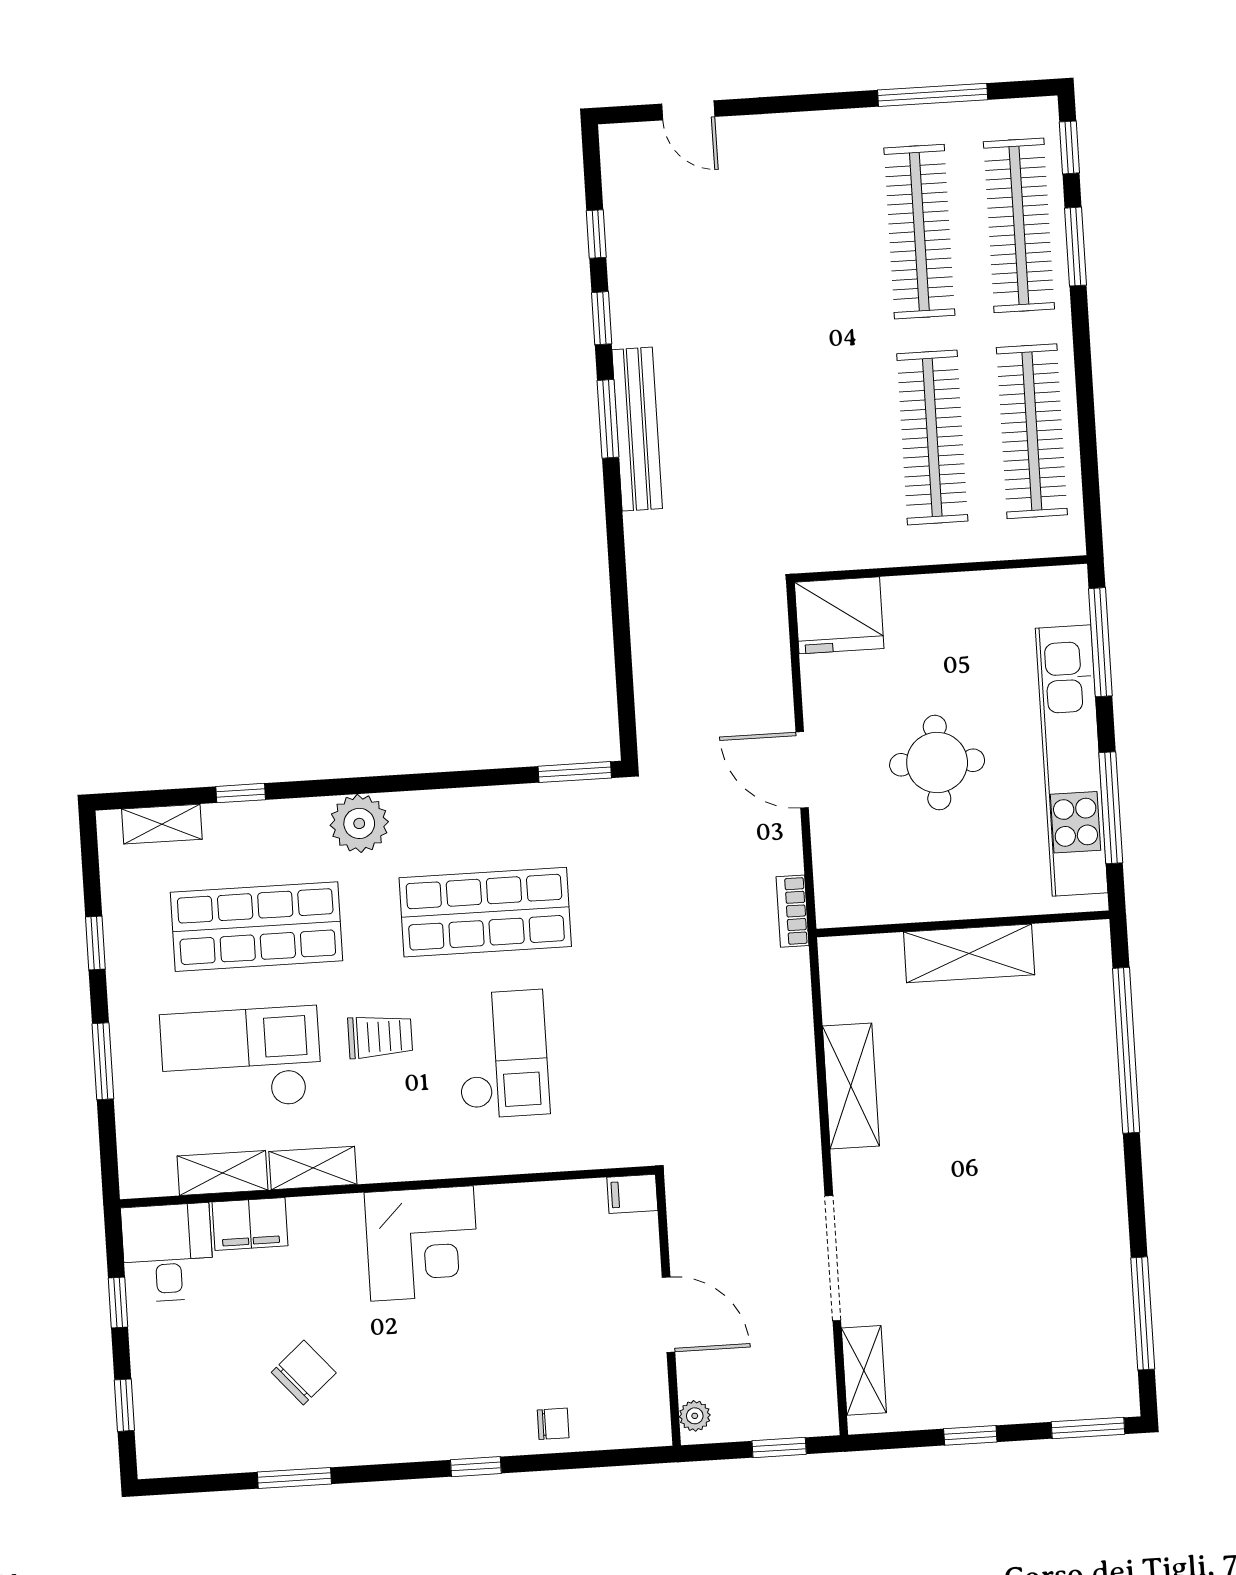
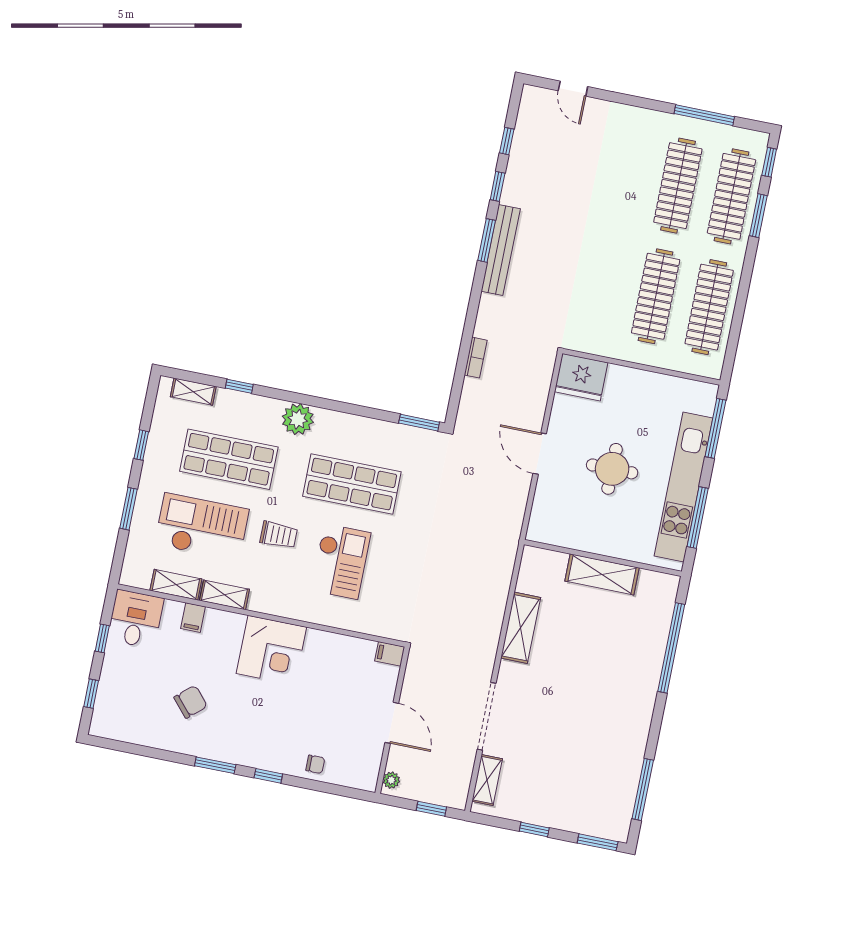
bookcase: (793, 911) -> (476, 358), moved, turned 180
filing cabinet: (250, 1224) -> (193, 618), width x0.50
window: (294, 1478) -> (215, 765), moved

